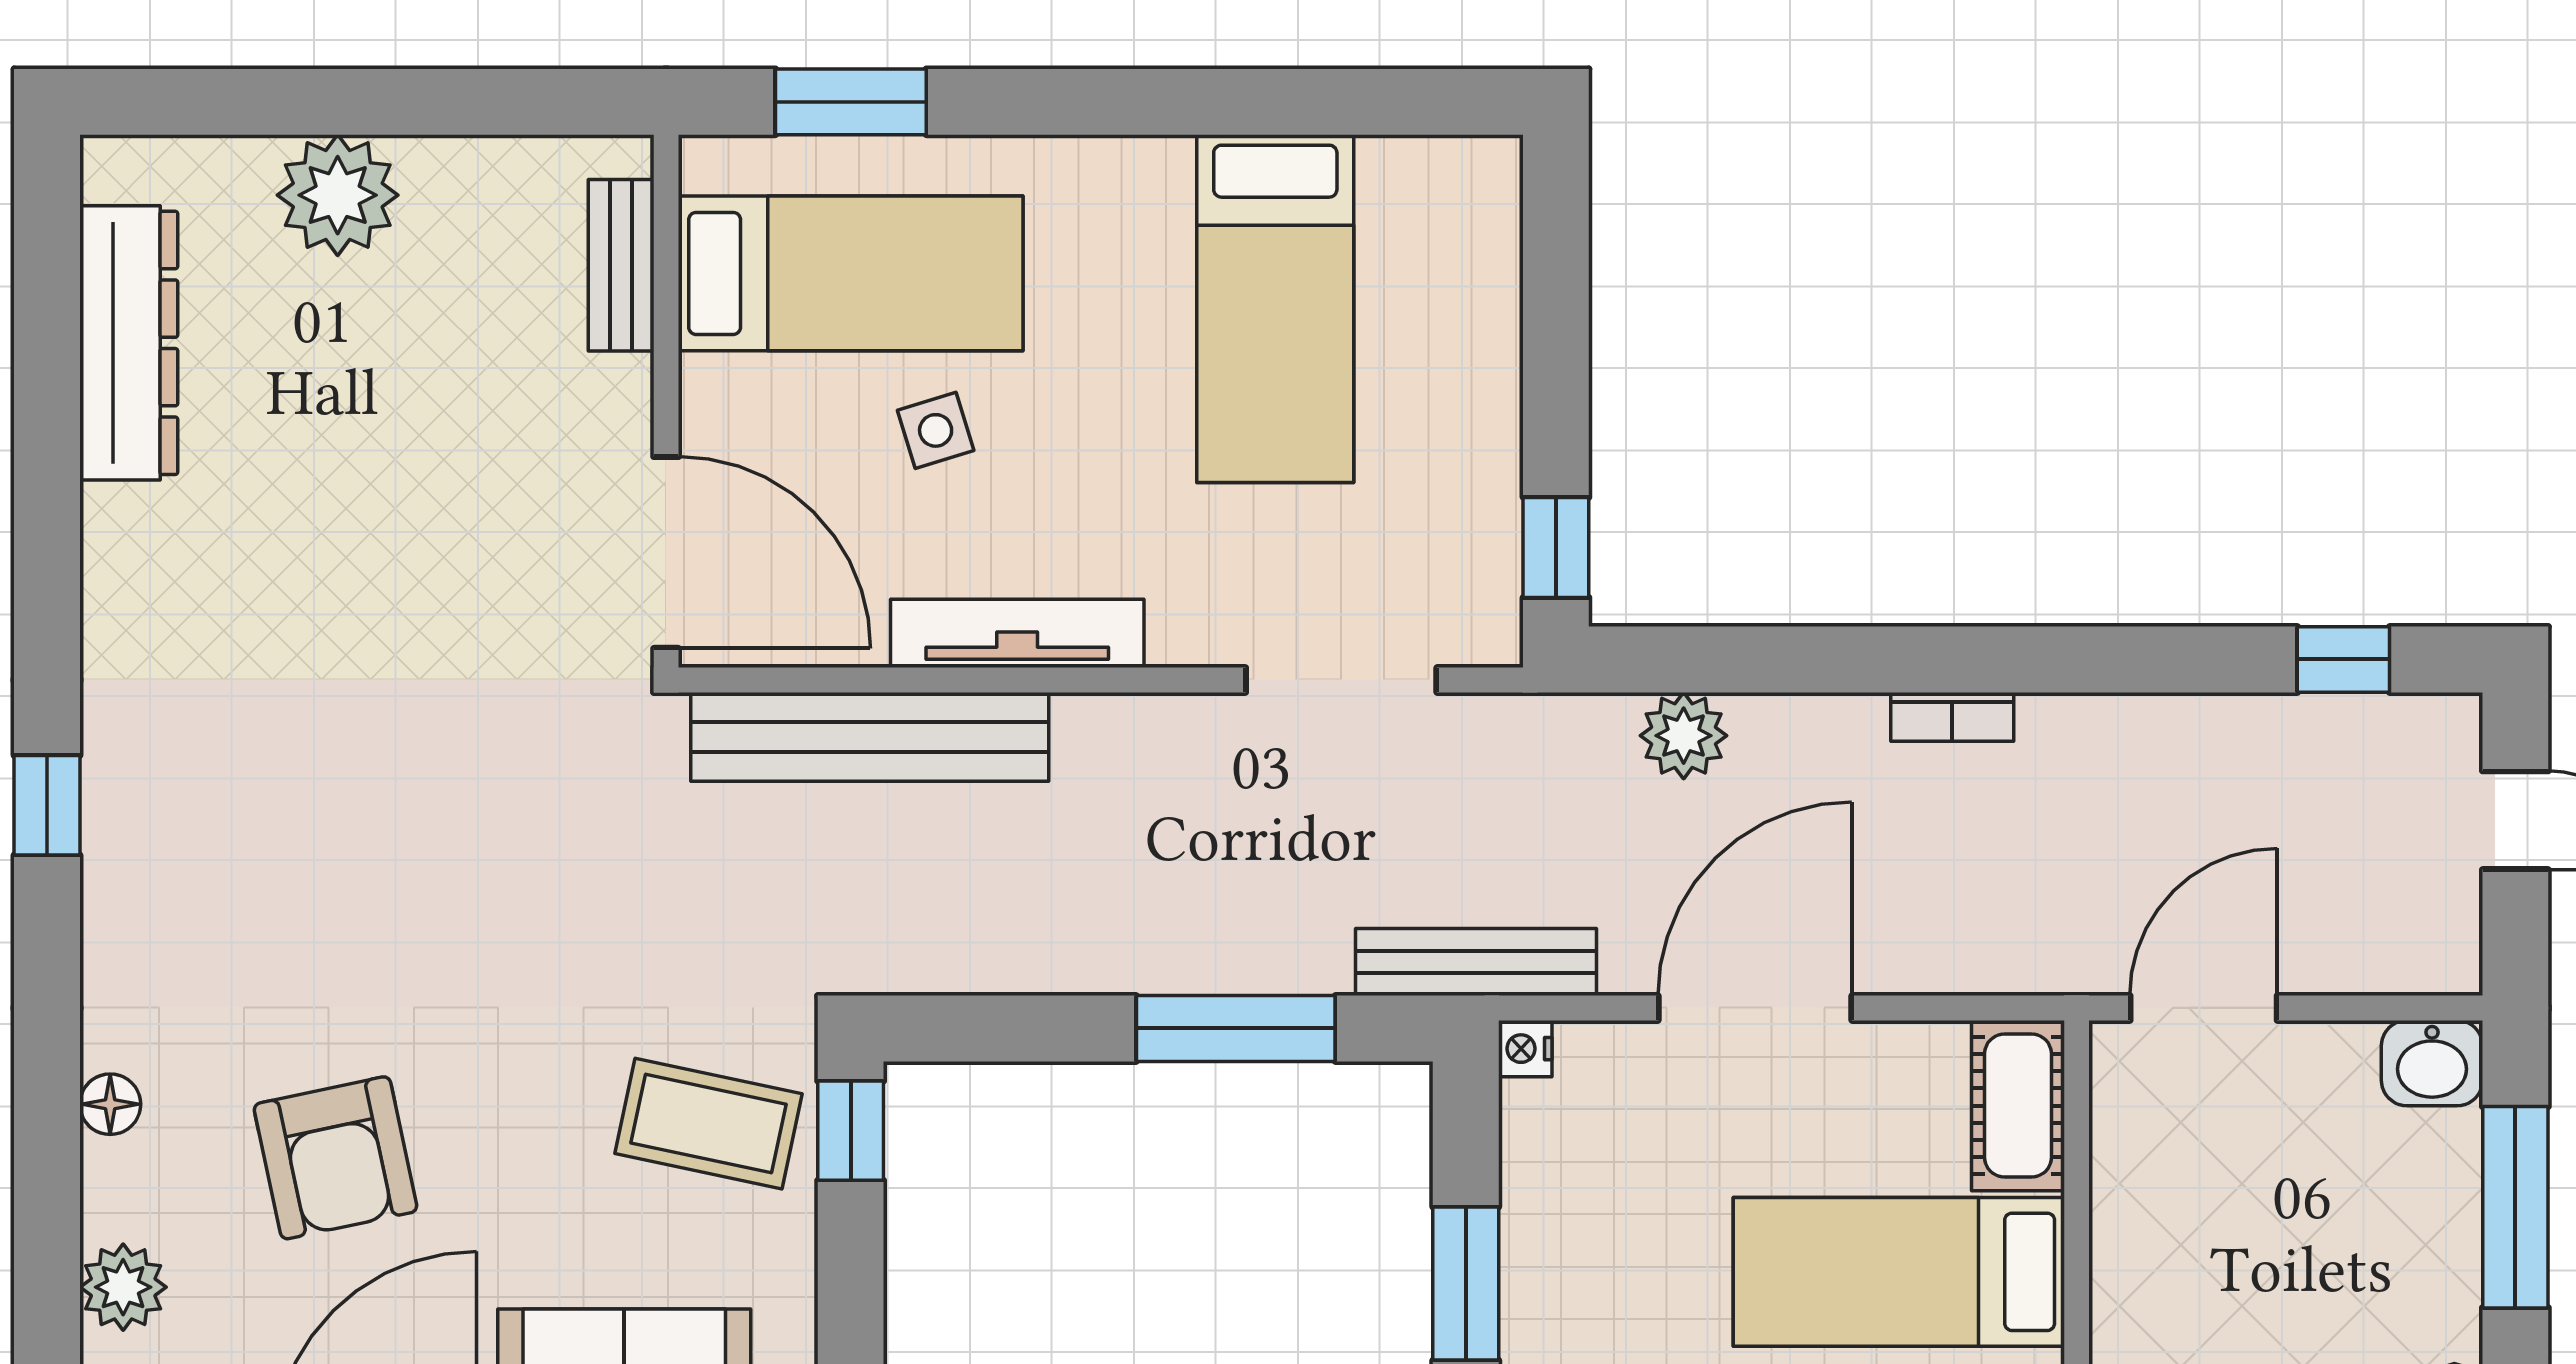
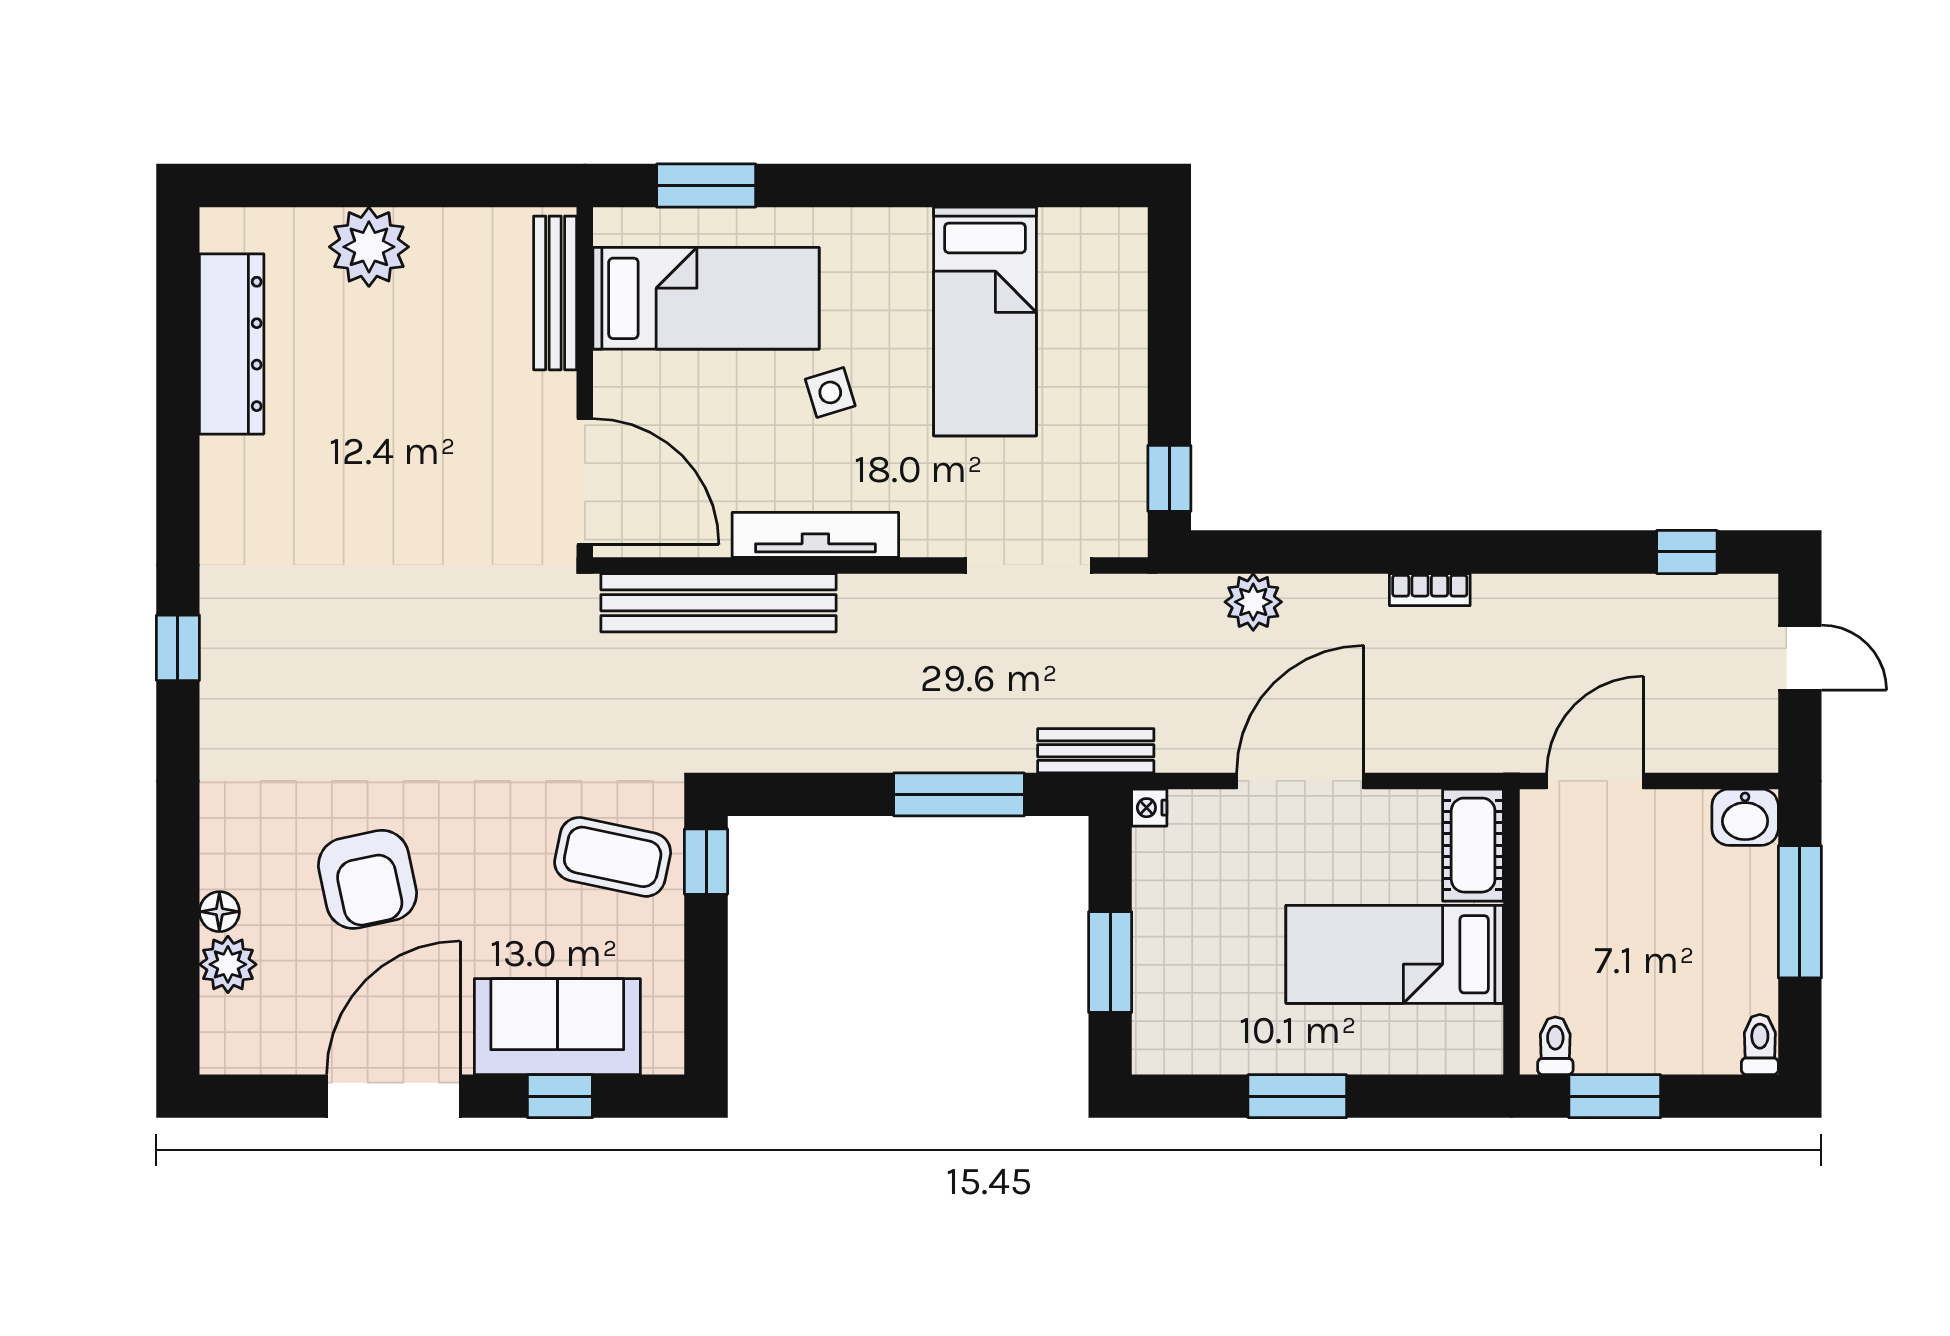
bench: (621, 265) -> (555, 293), width x1.36
side table: (936, 430) -> (830, 392), moved
bench: (1476, 962) -> (1096, 751), width x0.73
floor lamp: (110, 1104) -> (219, 912), moved

